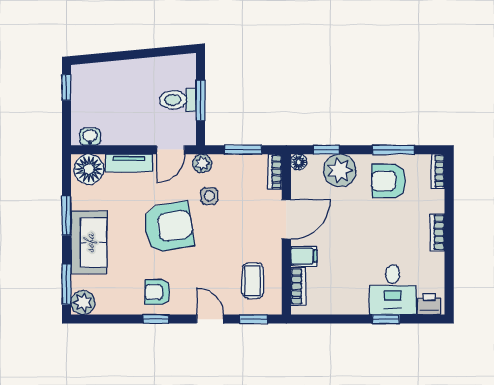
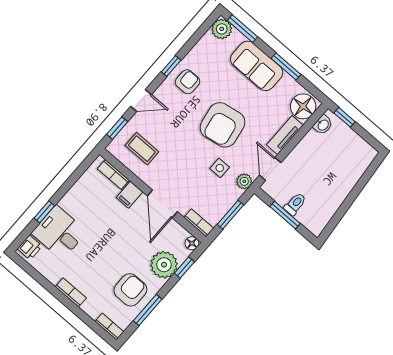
window: (66, 87) -> (345, 117), moved
toilet: (178, 100) -> (295, 204), width x0.73, depth x0.72

